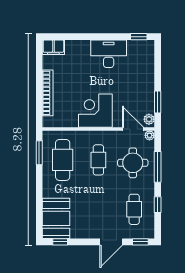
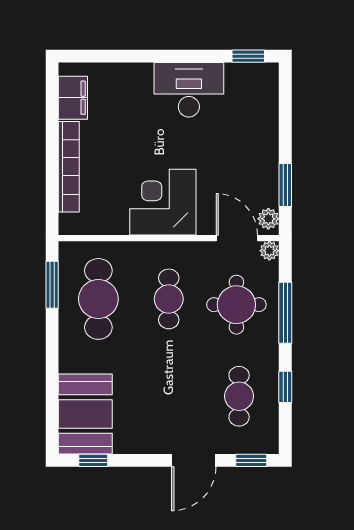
filing cabinet: (53, 47) -> (73, 98), moved, turned -90

